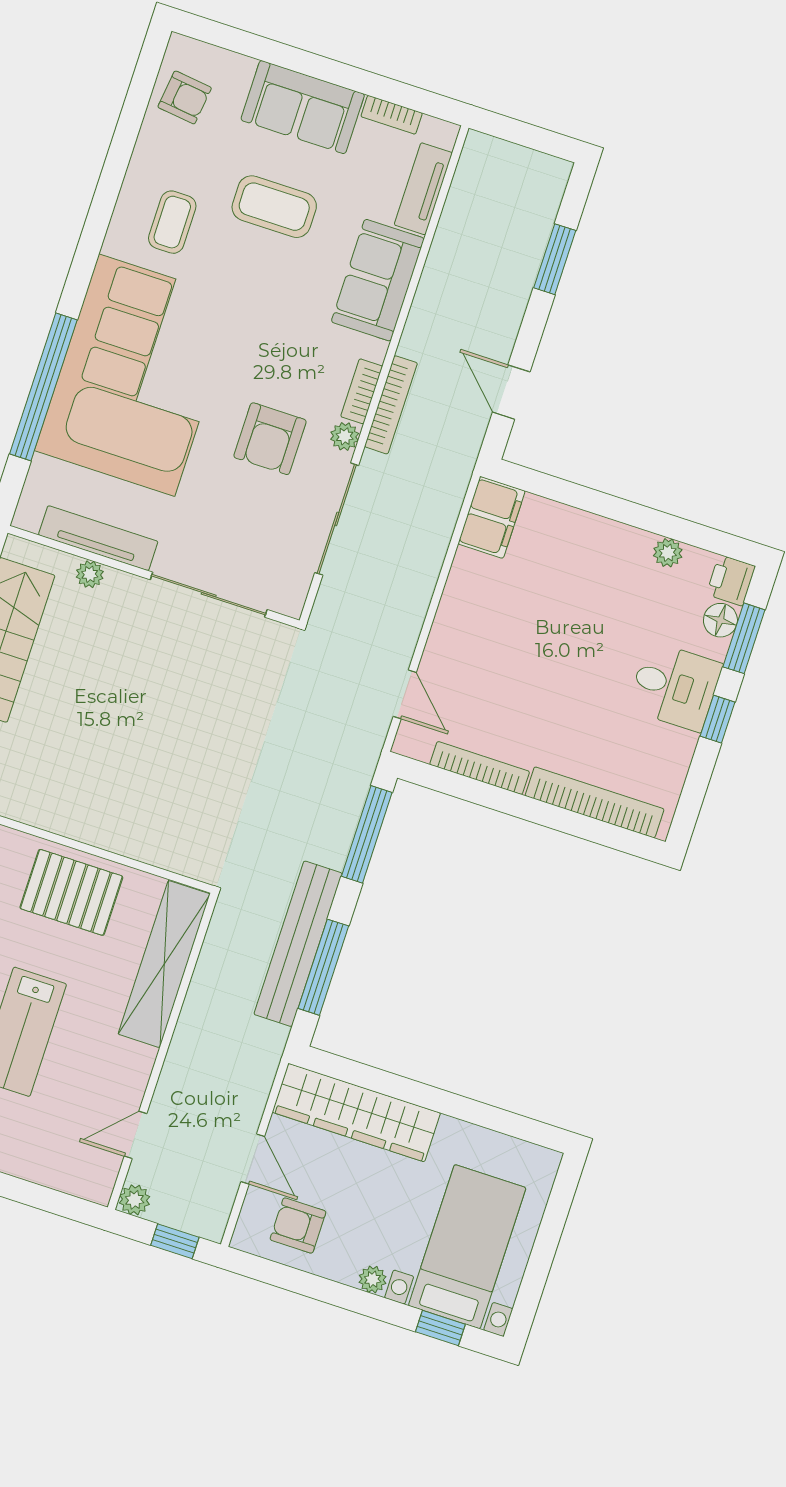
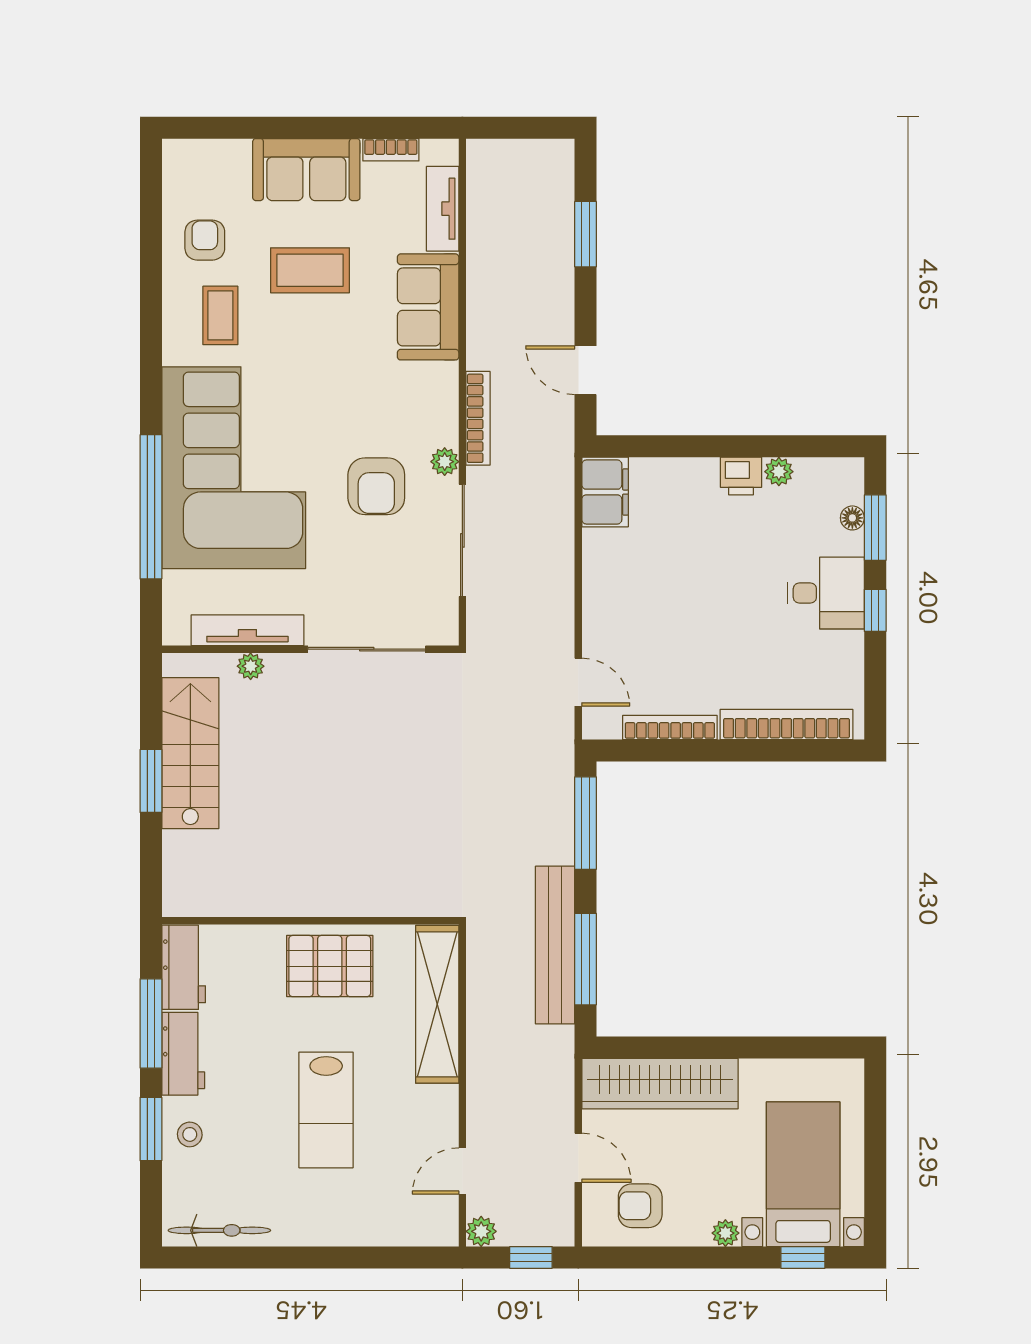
armchair: (185, 97) -> (205, 240), moved, turned -97
bookcase: (362, 391) -> (447, 415), removed
printer: (731, 580) -> (741, 476), moved, turned -90
floor lamp: (720, 620) -> (852, 518), width x0.73, depth x0.73

